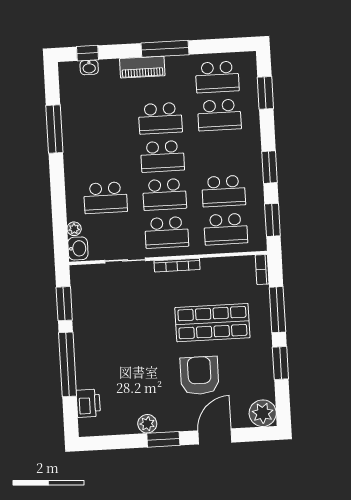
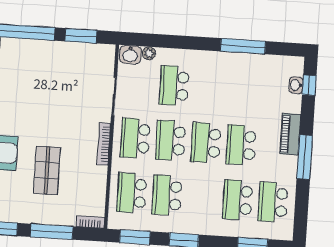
shop shelf: (212, 323) -> (47, 170), width x0.70, depth x0.74

